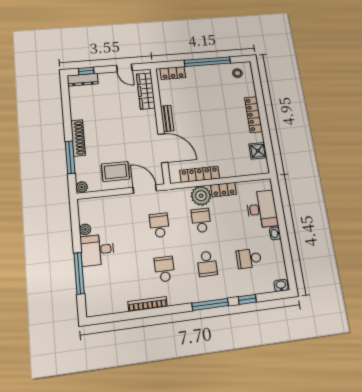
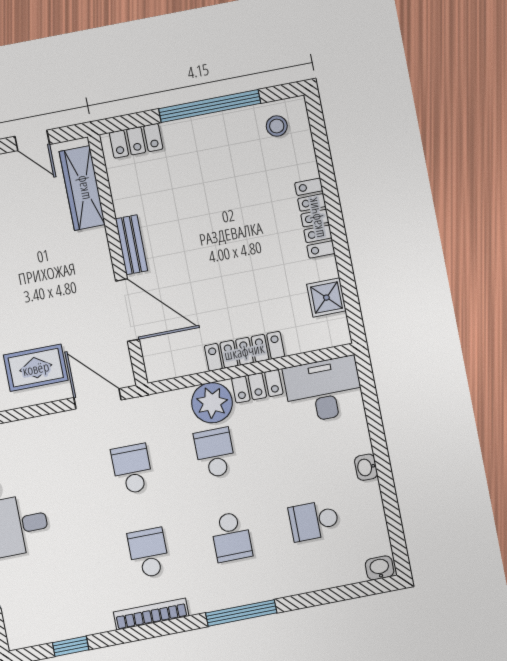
locker: (200, 174) -> (244, 351), moved
desk: (262, 209) -> (324, 390), moved, turned -90
window: (247, 299) -> (71, 646), moved
bookcase: (148, 304) -> (151, 614), moved

